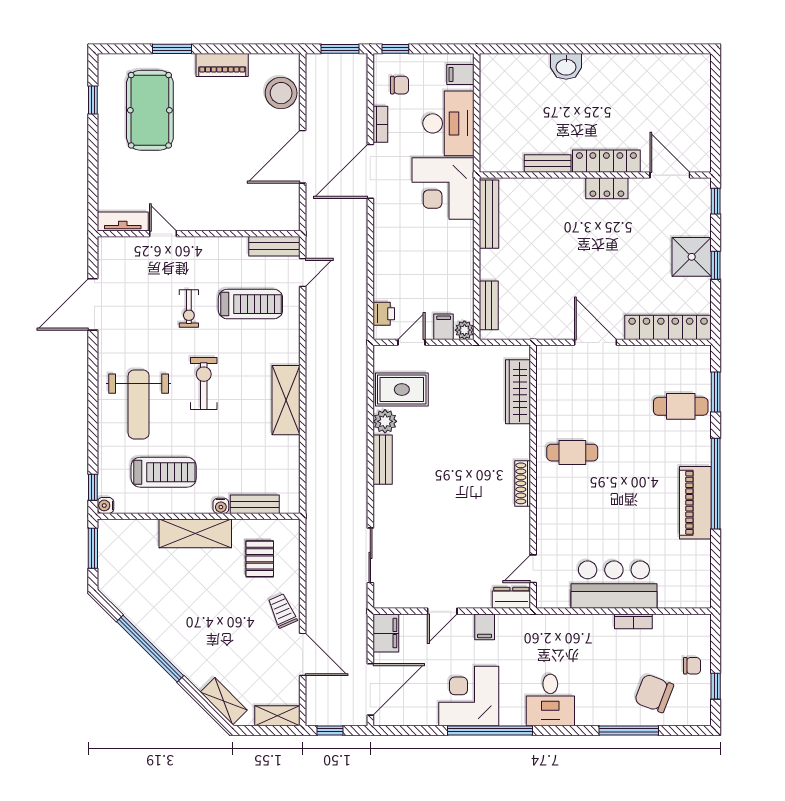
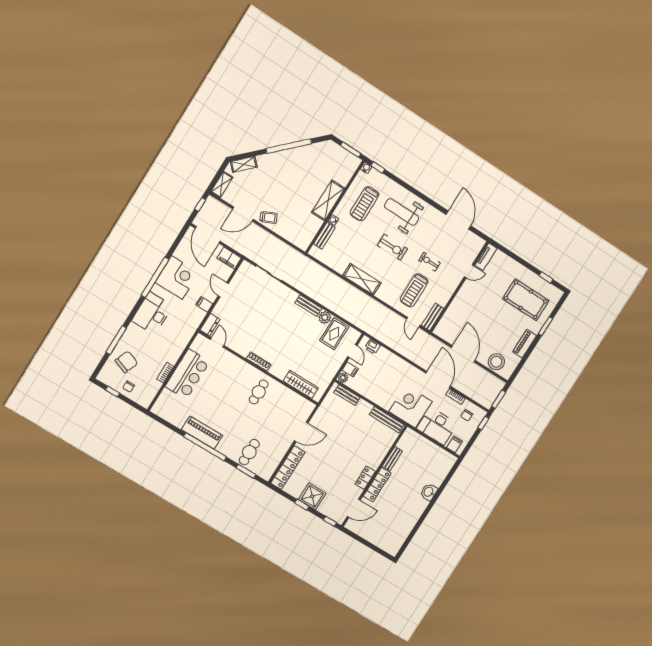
pallet: (260, 559) -> (298, 222), removed
desk: (550, 700) -> (152, 313), width x1.37

